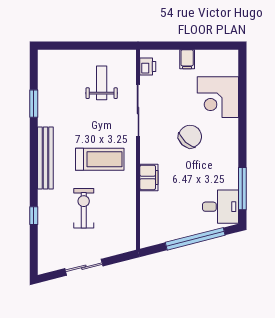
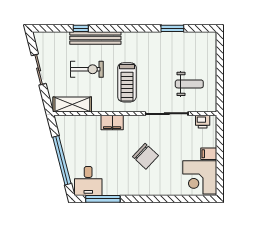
corner desk: (218, 97) -> (200, 177), moved, turned -90
bench: (45, 158) -> (95, 38), moved
shelving: (127, 226) -> (72, 104), added

